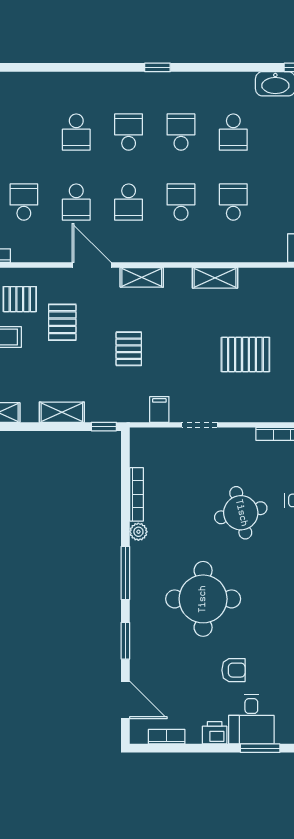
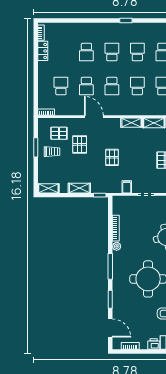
shelving: (142, 277) -> (131, 123), moved

